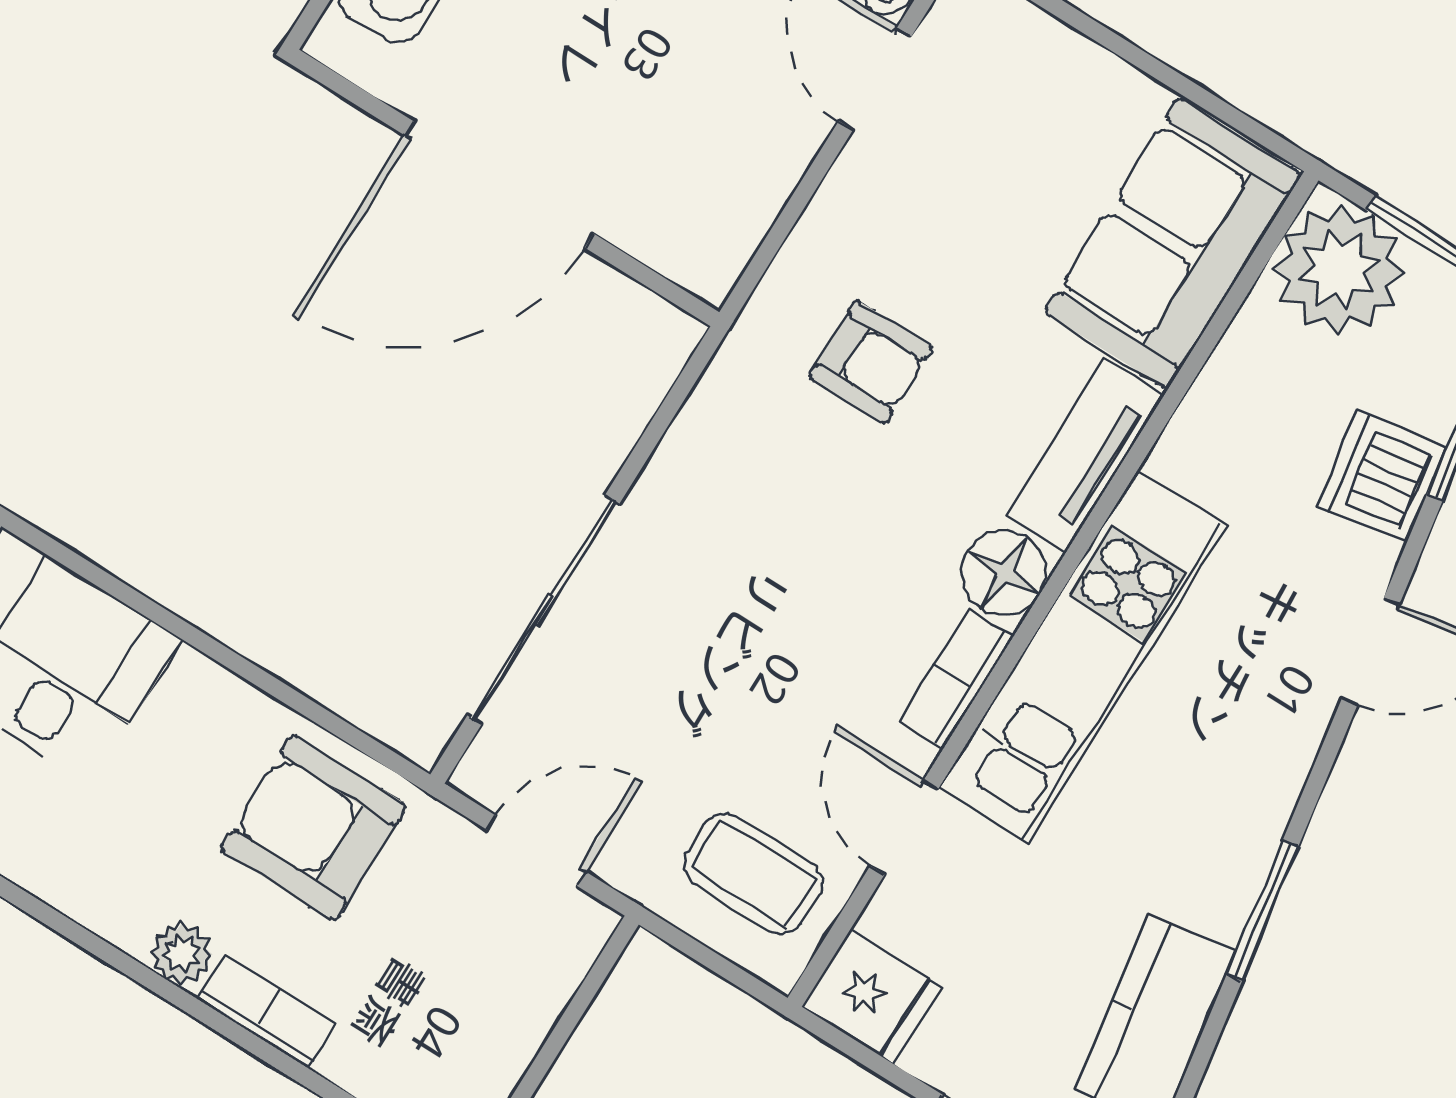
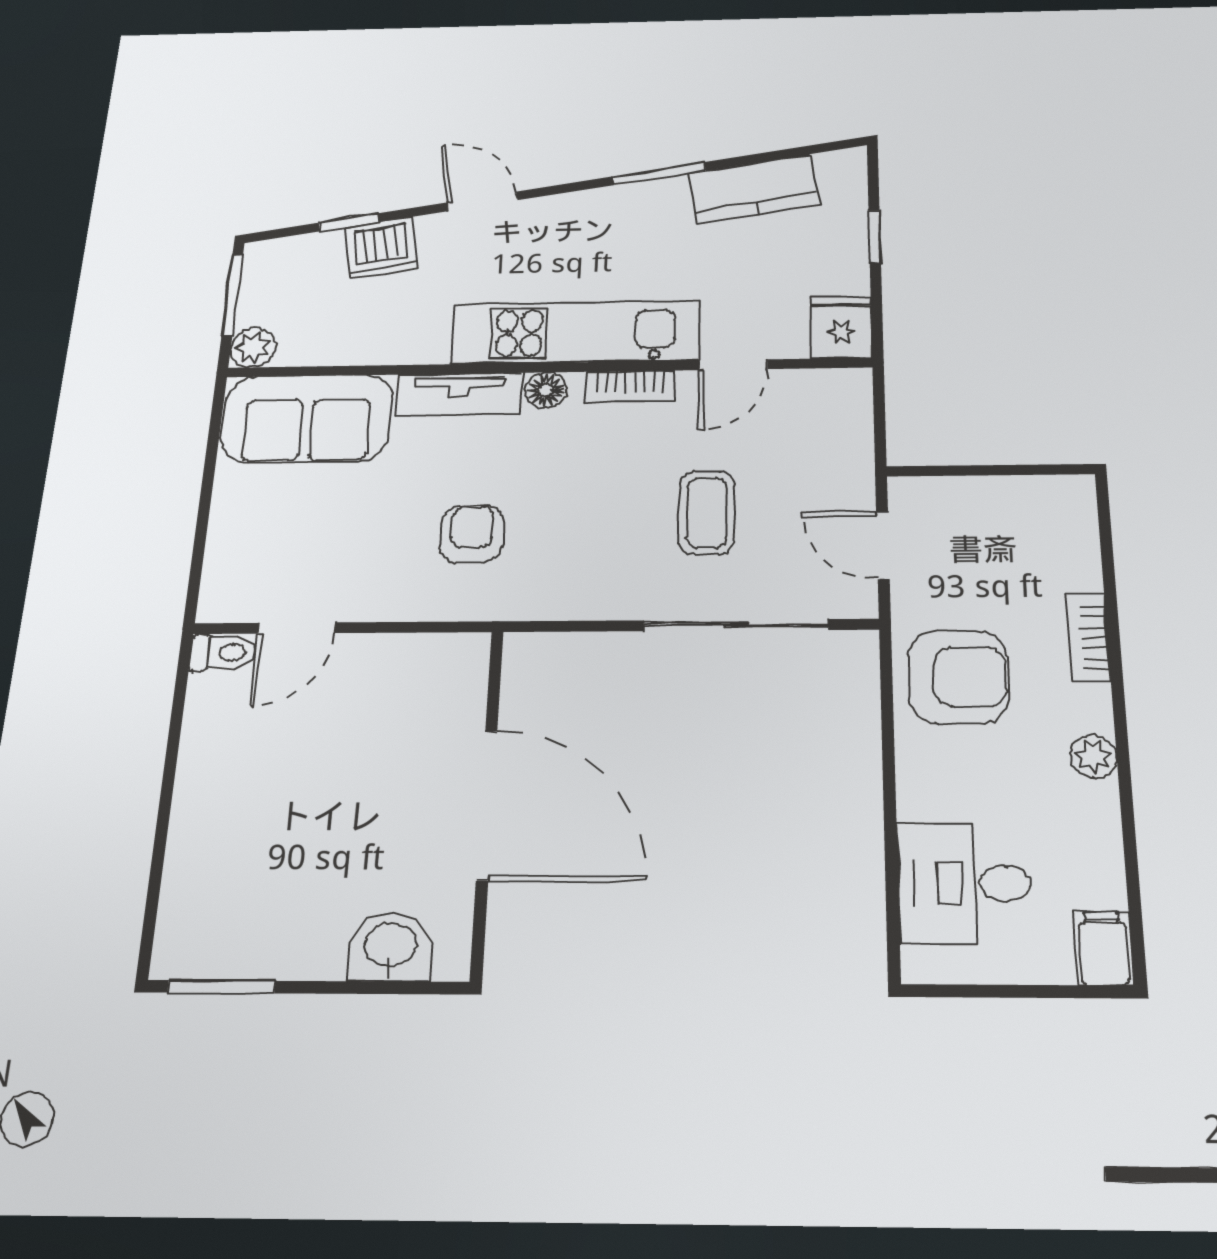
plant: (1339, 270) -> (253, 348), width x0.53, depth x0.53
floor lamp: (1004, 573) -> (546, 390), width x0.73, depth x0.73
armchair: (314, 827) -> (958, 677), turned -90
coffee table: (753, 874) -> (707, 513), moved
plant: (182, 953) -> (1094, 756), moved

